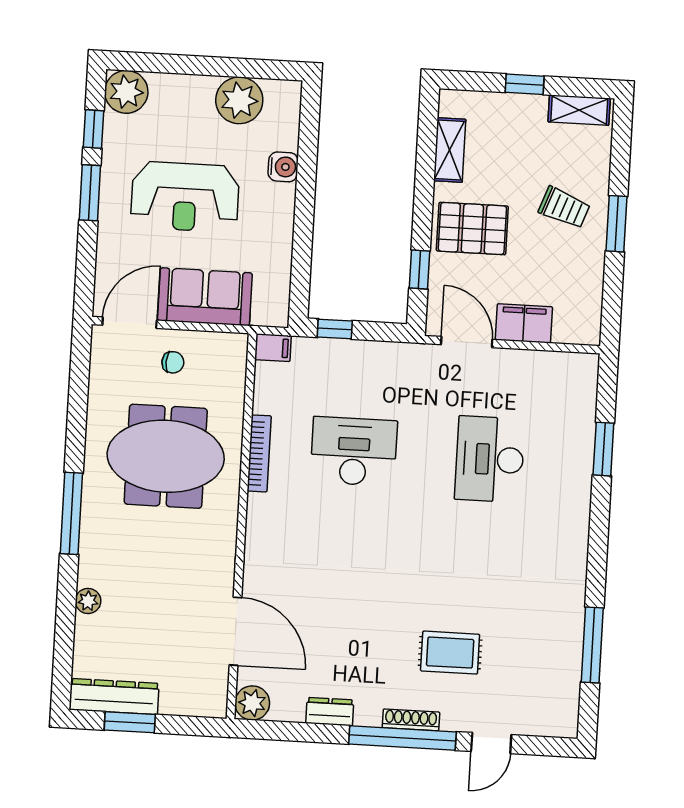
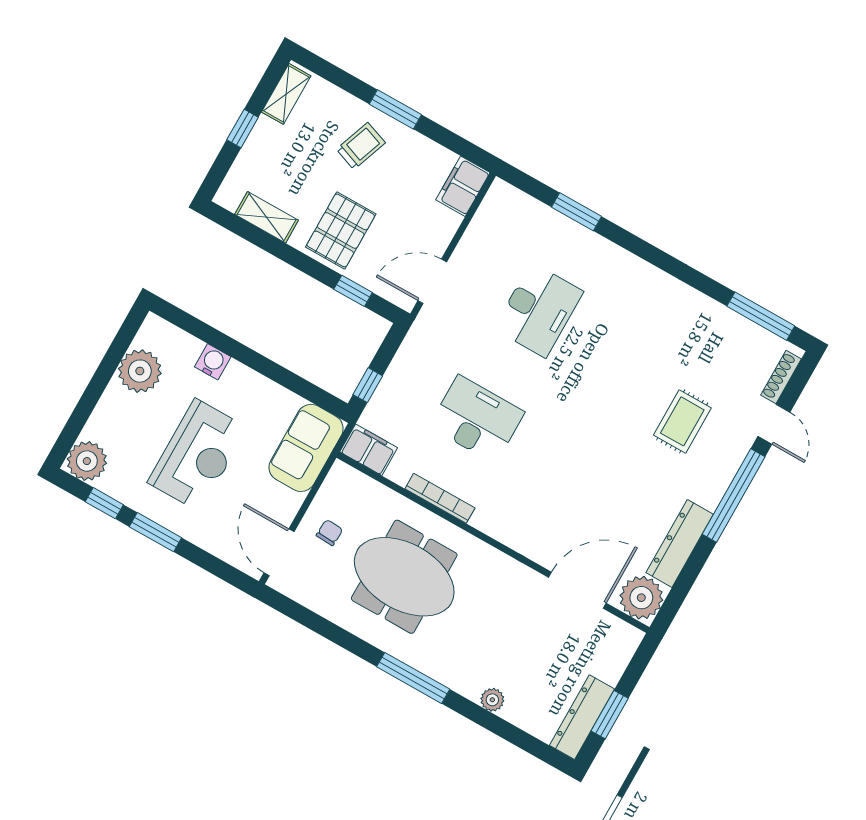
sofa: (205, 297) -> (306, 448), moved
filing cabinet: (524, 323) -> (463, 186), moved
filing cabinet: (273, 348) -> (369, 450), width x2.00
desk: (354, 451) -> (477, 419), turned 90
meeting table: (166, 456) -> (404, 577), turned 90
desk: (490, 459) -> (539, 310), turned -90
window: (592, 645) -> (761, 316), moved
plant: (252, 703) -> (641, 598), width x1.36, depth x1.36
dresser: (330, 712) -> (680, 543), width x1.96, depth x1.24
shoe rack: (411, 720) -> (781, 377), moved

